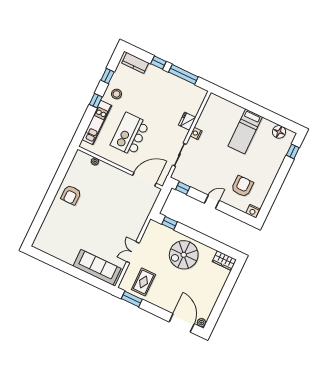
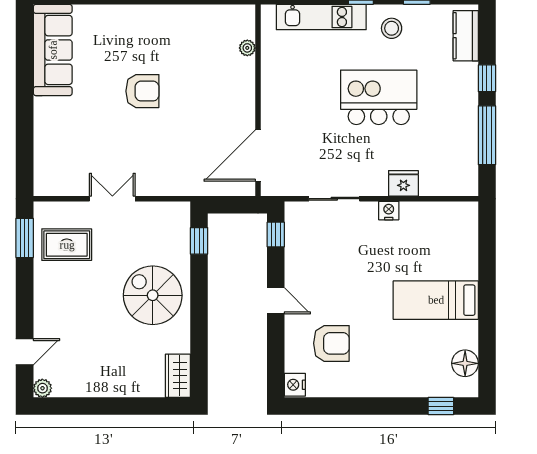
kitchen island: (130, 134) -> (379, 97), moved
door: (144, 179) -> (258, 156), swing flipped
armchair: (71, 195) -> (142, 91), moved, turned 180
sofa: (97, 267) -> (53, 50), moved
door: (182, 323) -> (25, 352), width x0.53

